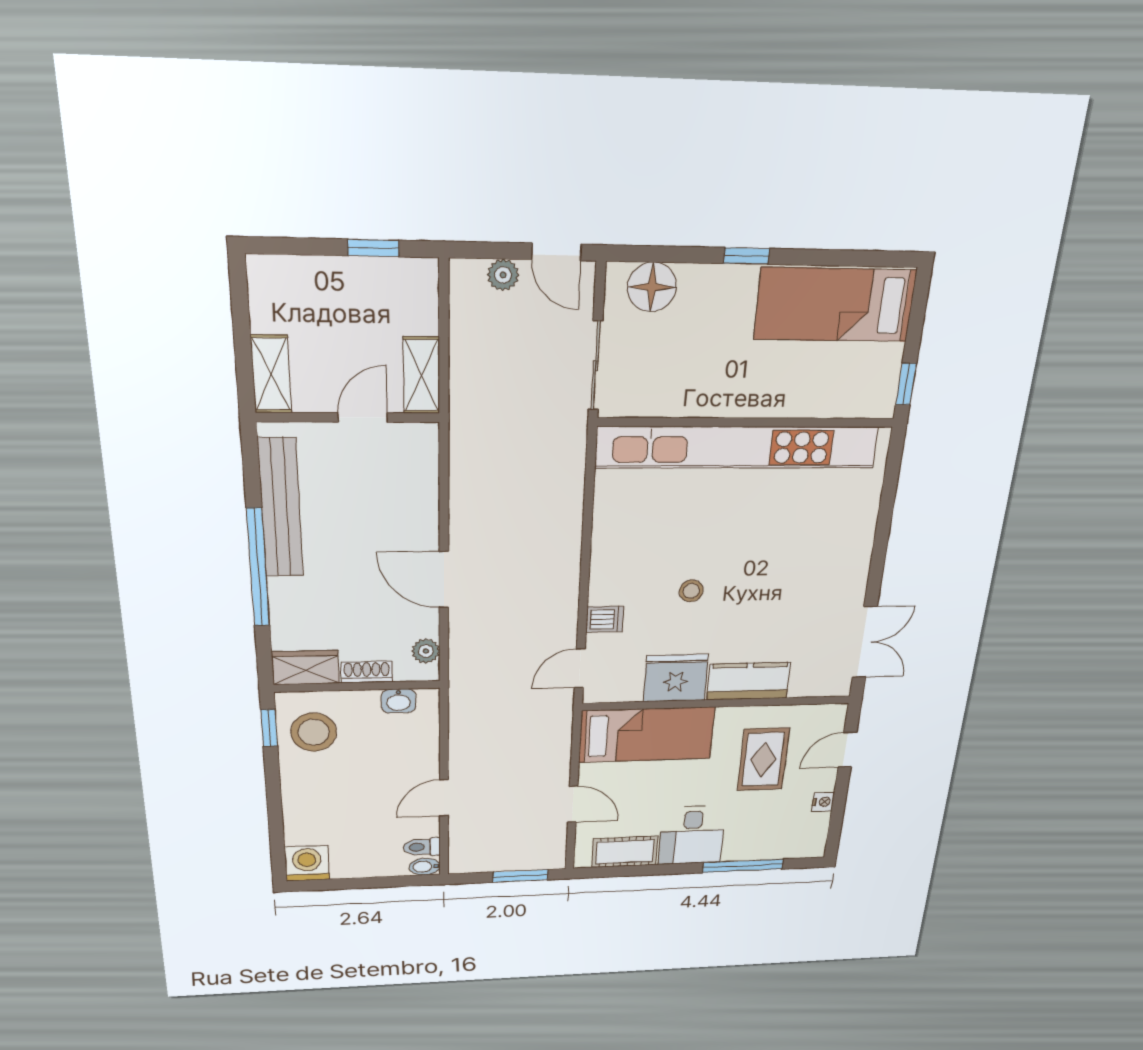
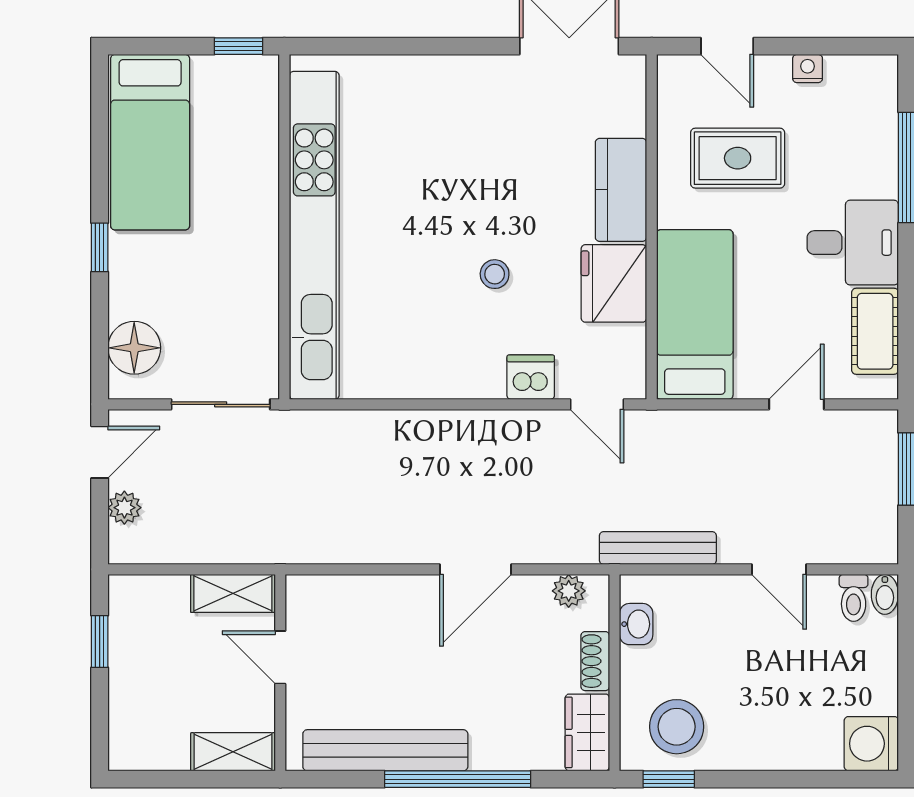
dishwasher: (605, 619) -> (531, 377), width x1.38
bench: (461, 715) -> (658, 548), added

